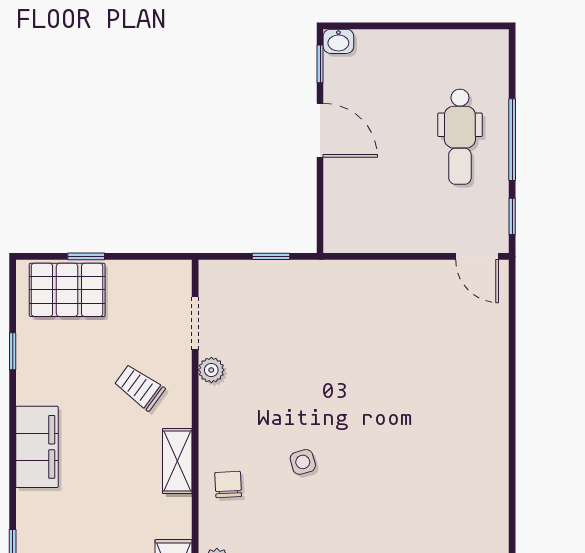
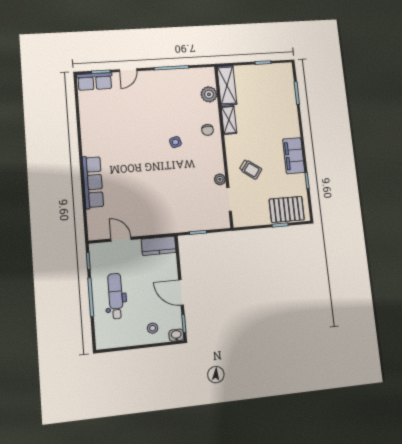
stool: (387, 61) -> (153, 328), added
kitchen counter: (360, 235) -> (159, 246), added
door: (477, 256) -> (121, 239), moved
row of seats: (490, 386) -> (93, 182), added
filing cabinet: (37, 447) -> (294, 156), moved
shelving: (177, 461) -> (229, 120), moved

